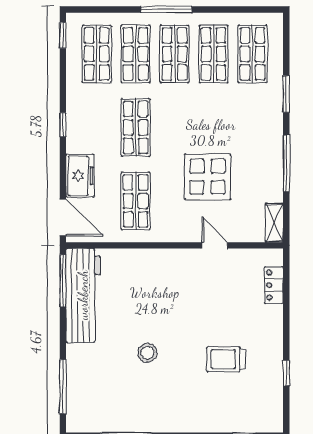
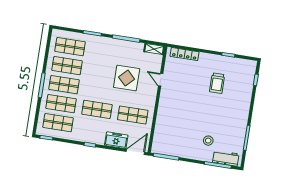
door: (215, 245) -> (161, 80), hinge flipped
locker: (274, 285) -> (185, 54), width x1.53
workbench: (83, 295) -> (226, 158), moved, width x0.53, depth x0.76
stool: (147, 353) -> (208, 141), moved

